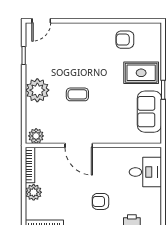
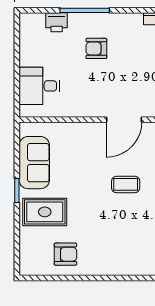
door: (79, 145) -> (124, 120), swing flipped
armchair: (100, 201) -> (96, 48), turned 180

